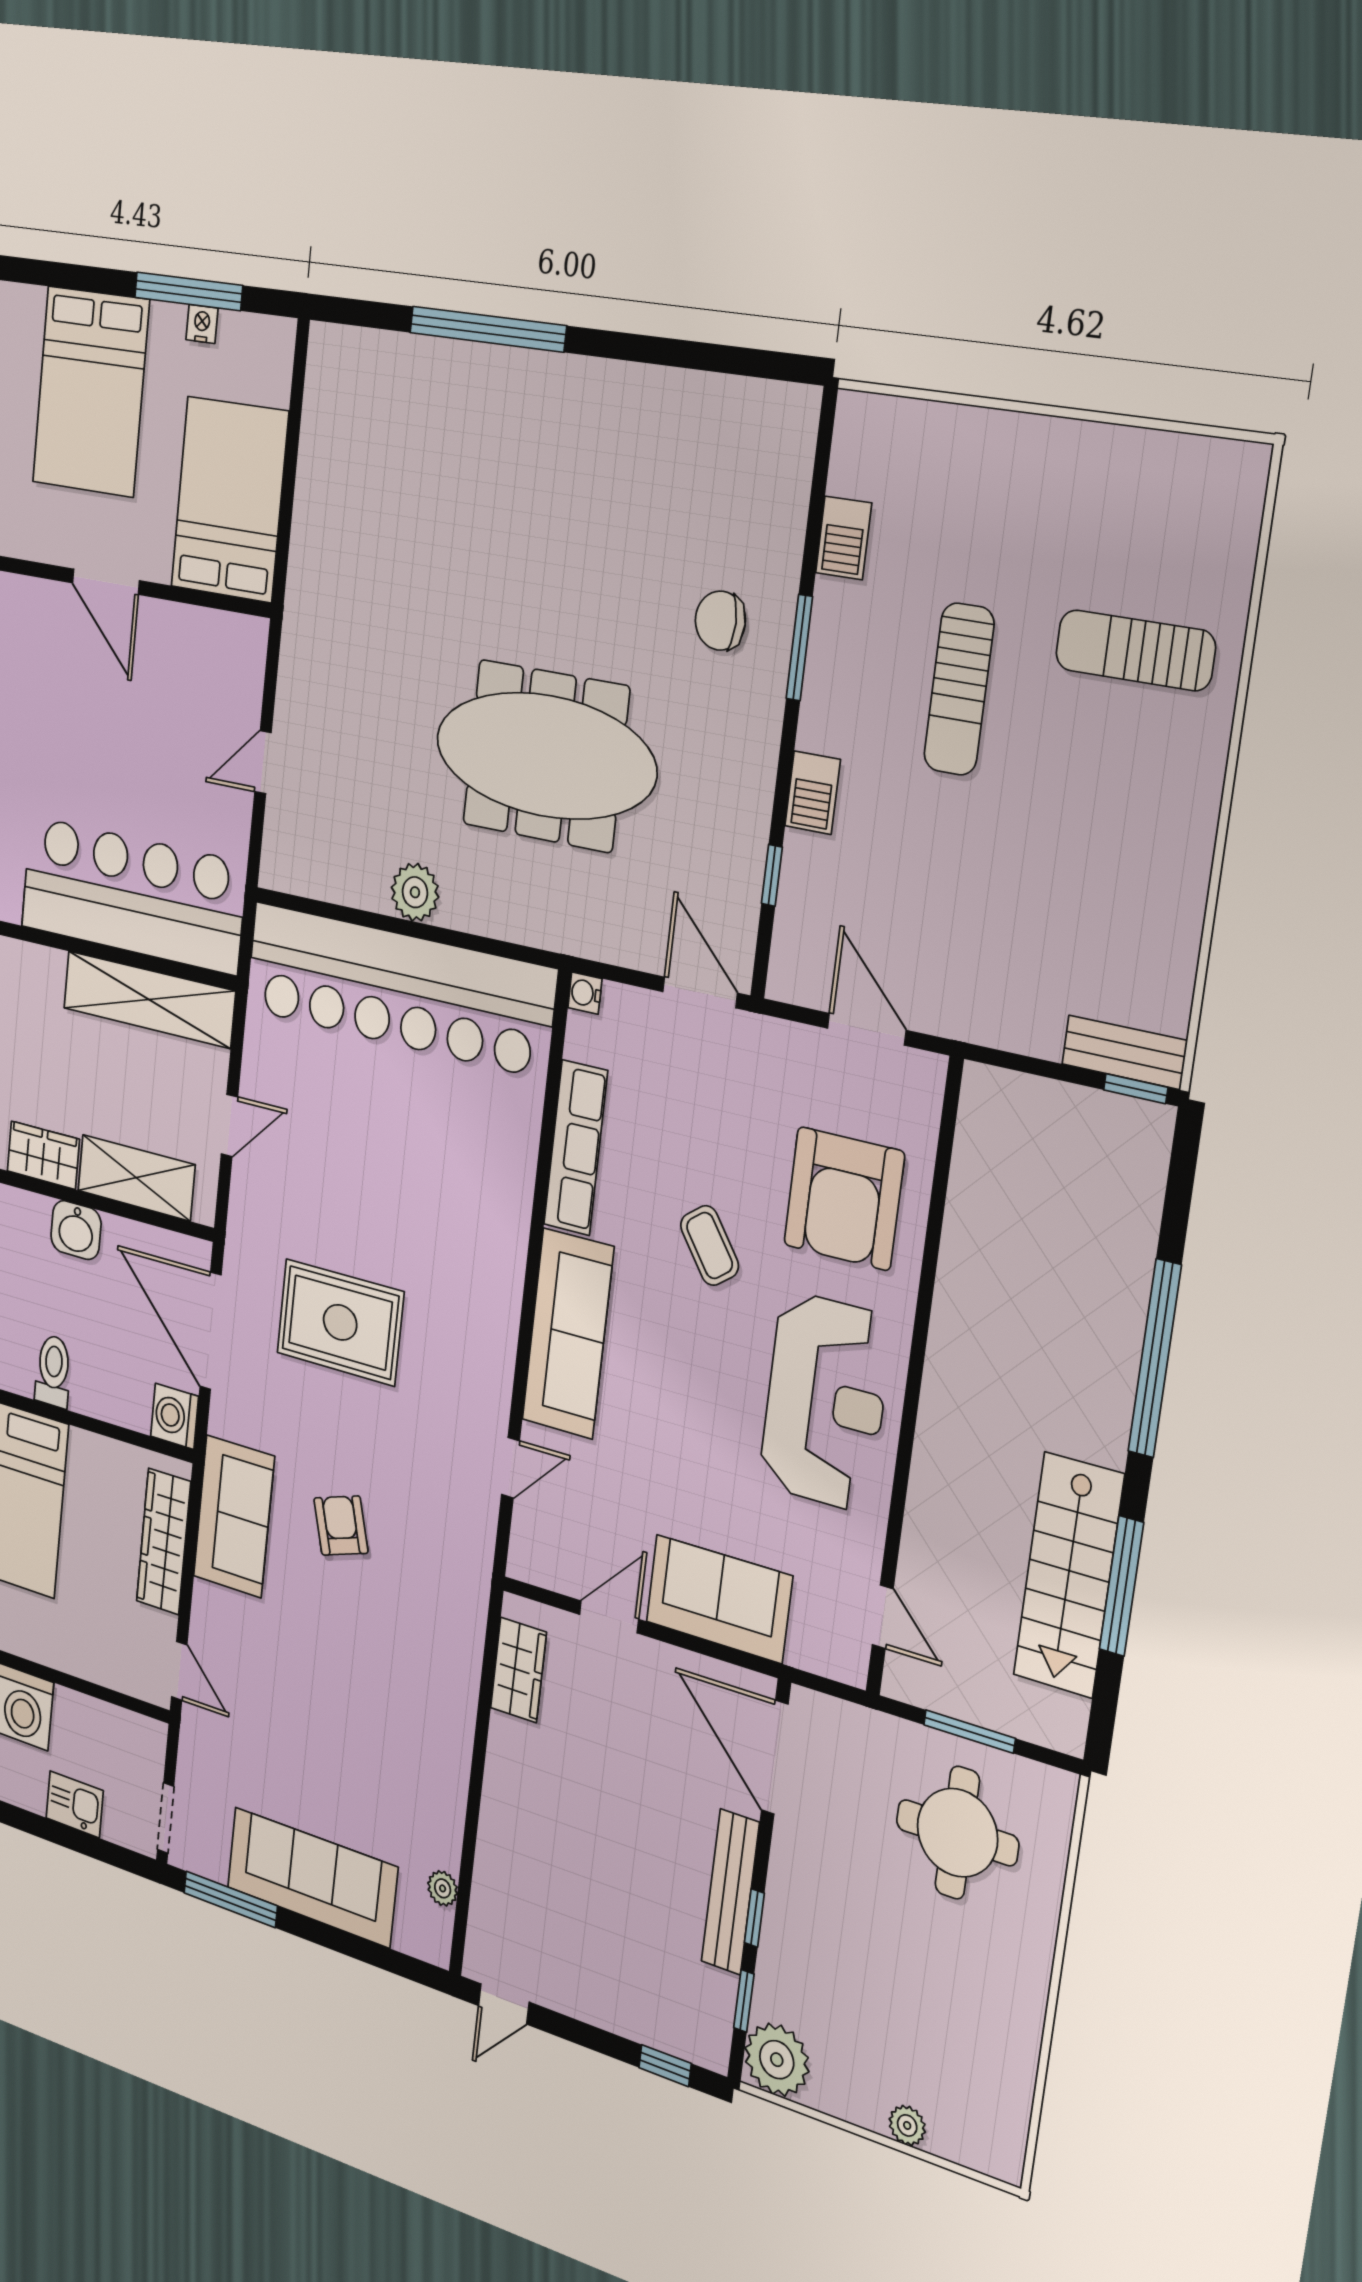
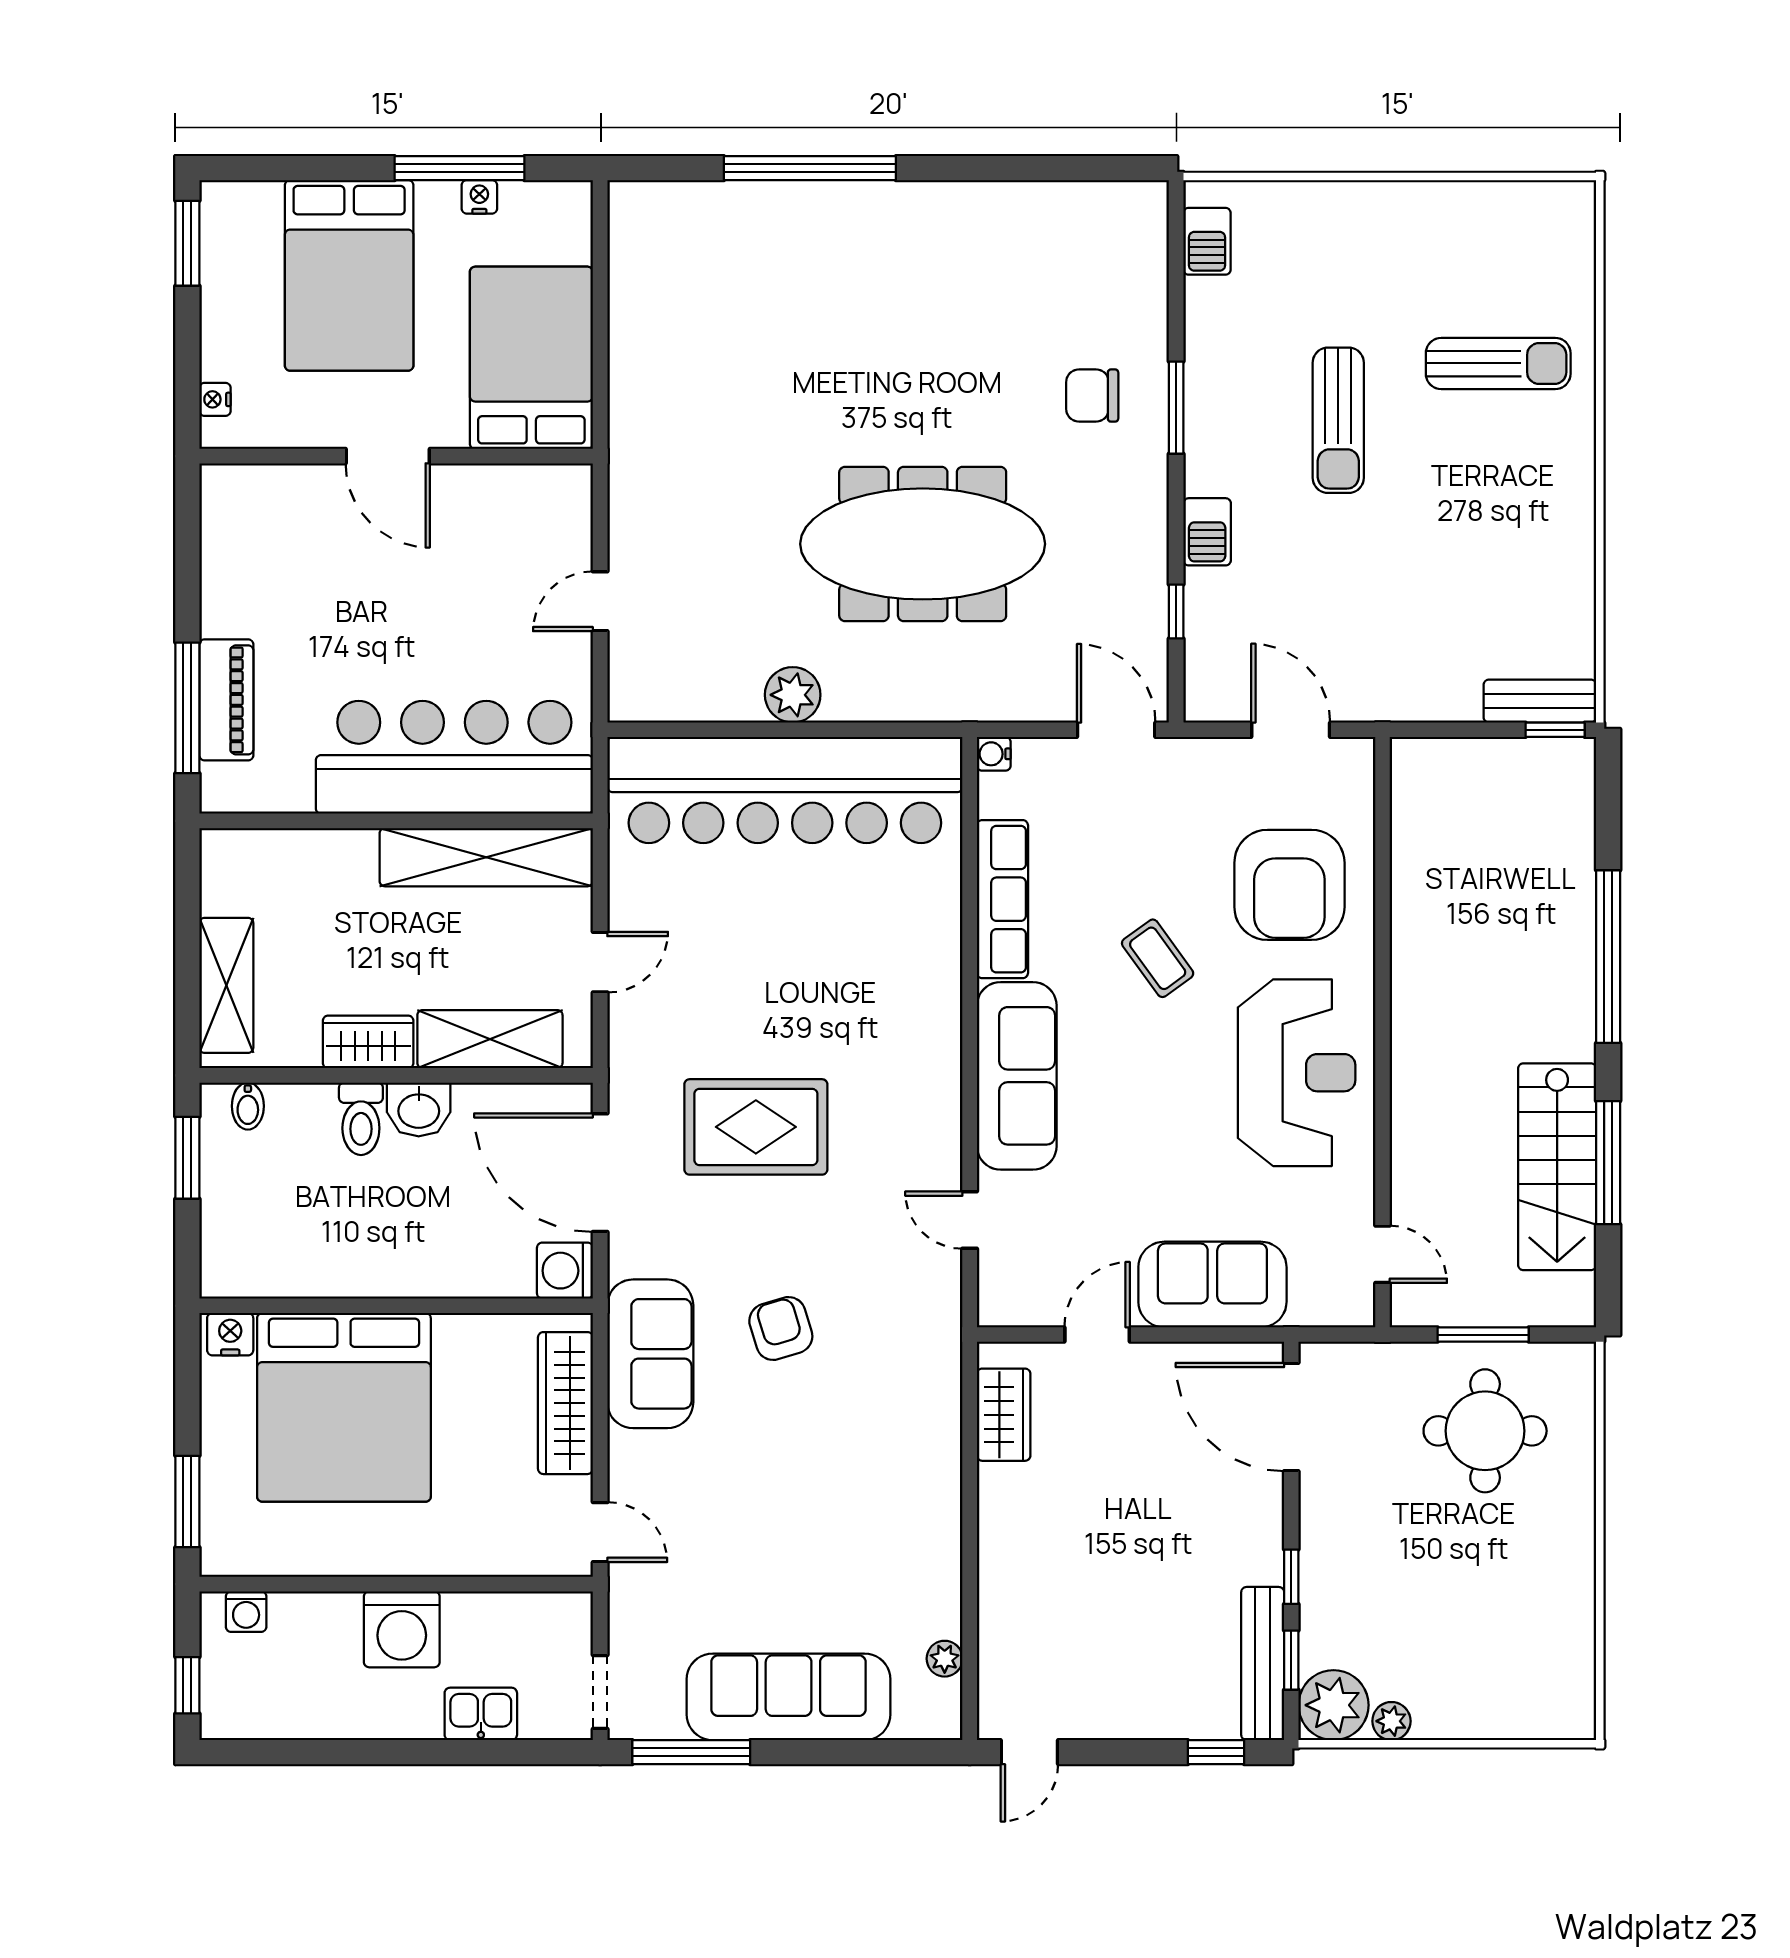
barbecue: (844, 538) -> (1207, 241), moved
sun lounger: (1135, 650) -> (1498, 363), turned 180
toilet: (53, 1371) -> (361, 1119), moved, turned 180
door: (511, 1468) -> (970, 1220), swing flipped
bench: (730, 1892) -> (1263, 1664), moved
plant: (907, 2125) -> (1391, 1721), moved

